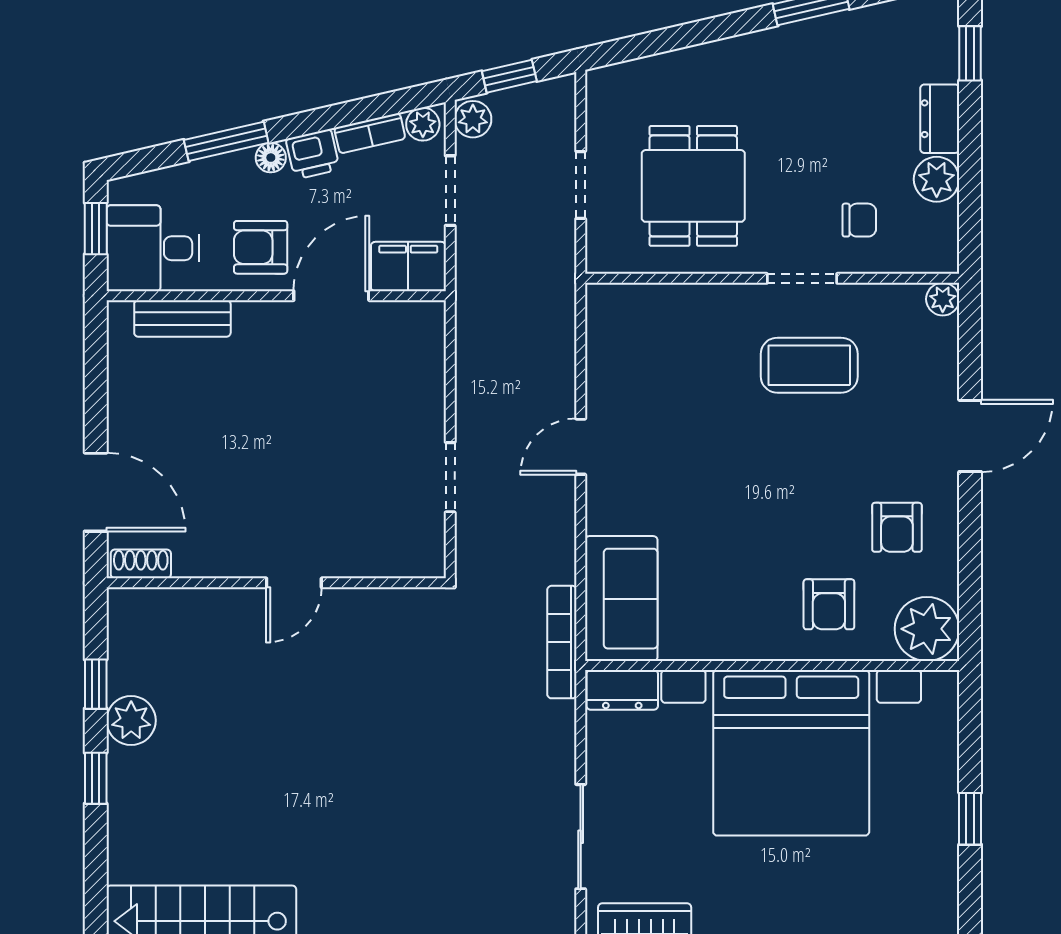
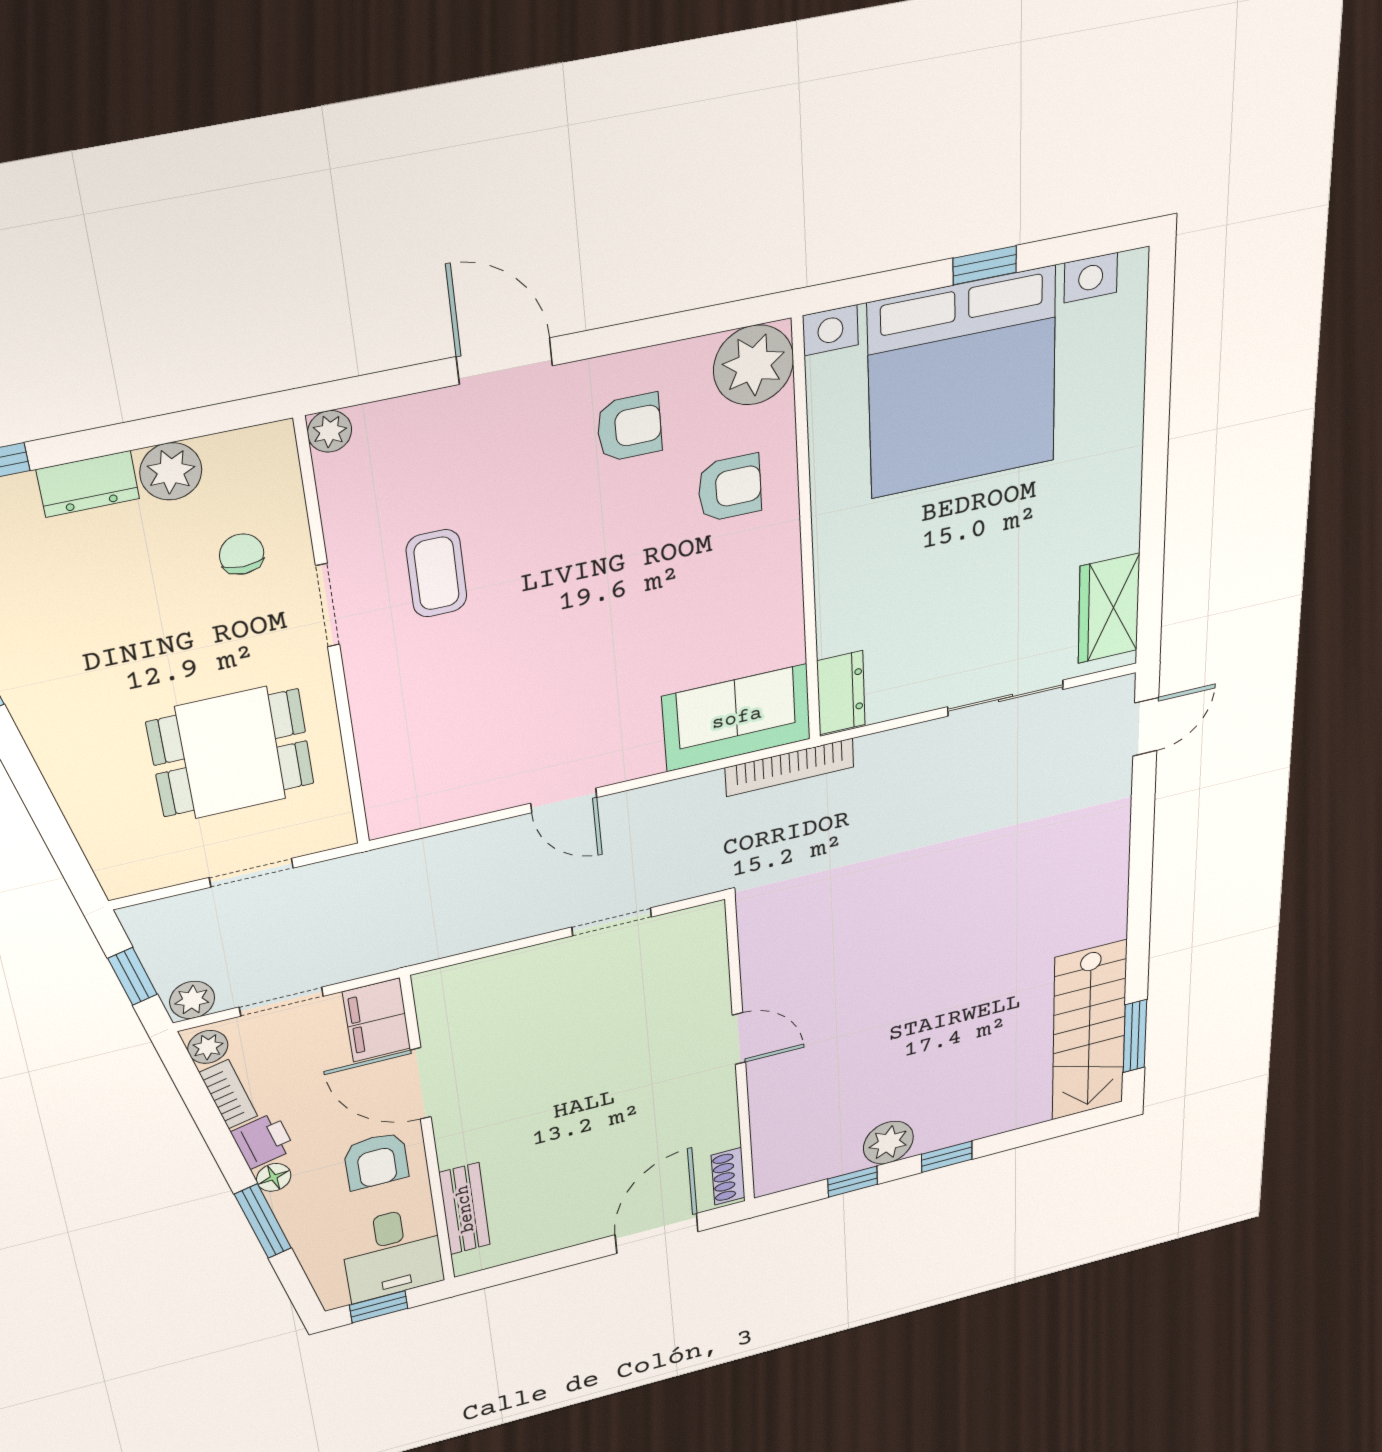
coffee table: (809, 365) -> (437, 573), width x0.73, depth x0.77
bed with nightstands: (791, 753) -> (962, 383), moved, turned 90

